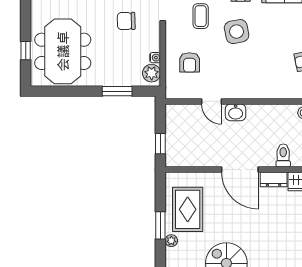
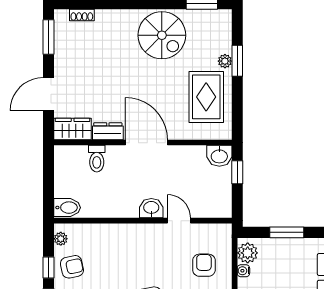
washbasin: (176, 158) -> (219, 156), added
window: (160, 225) -> (237, 61), moved

